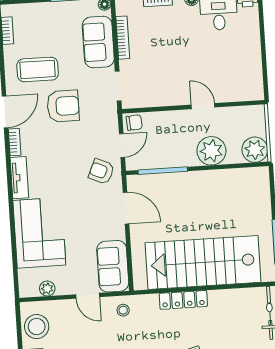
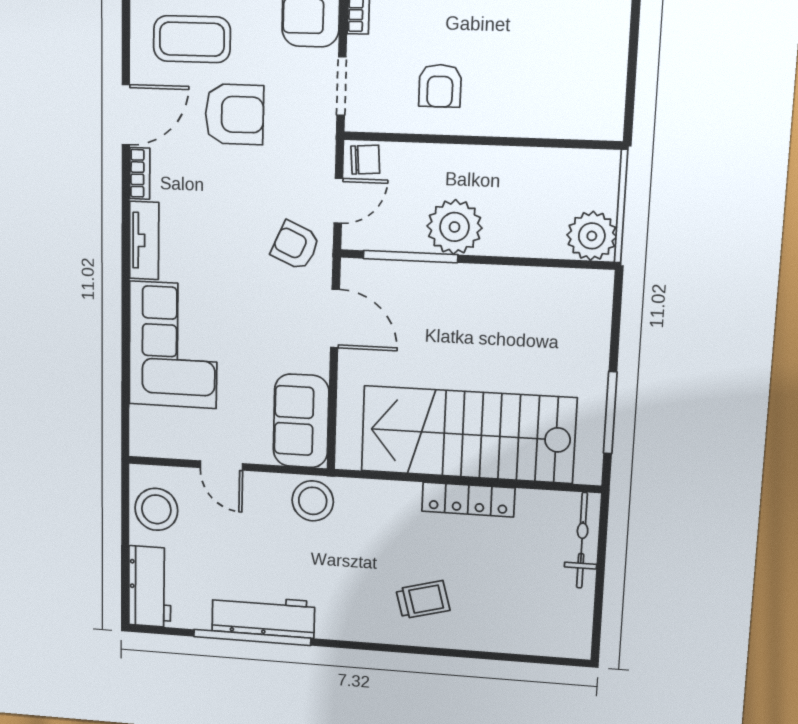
armchair: (169, 81) -> (440, 86), added
door: (203, 106) -> (501, 141), removed
plant: (211, 151) -> (455, 227), moved
plant: (47, 289) -> (180, 446), removed
door: (88, 296) -> (221, 466), moved
locker: (183, 300) -> (468, 500), moved
stool: (123, 310) -> (313, 501), width x1.89, depth x1.89

